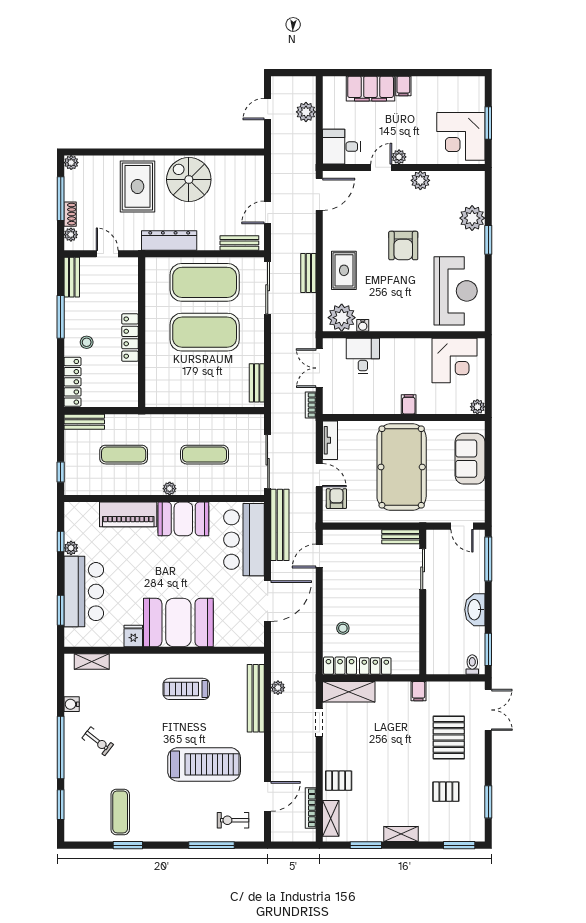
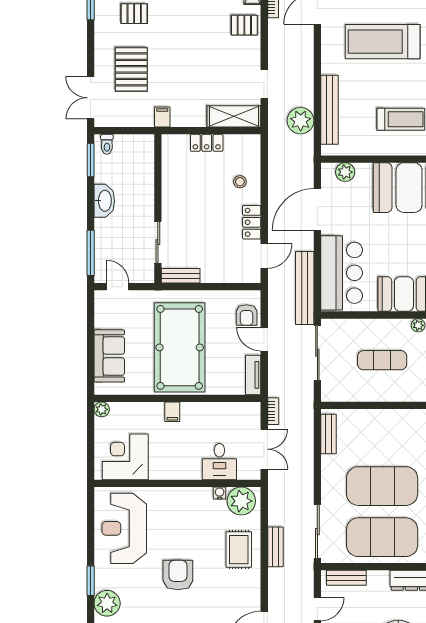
plant: (241, 638) -> (345, 172), added
locker: (340, 666) -> (252, 222), moved, turned 90
plant: (278, 688) -> (301, 121), width x1.87, depth x1.87

